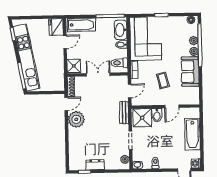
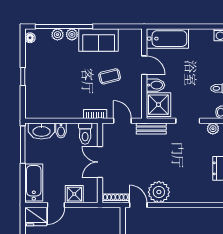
corner sofa: (146, 39) -> (54, 98), removed
door: (65, 42) -> (56, 205), swing flipped
shower: (74, 66) -> (74, 194), moved
bathtub: (192, 134) -> (167, 39), moved

